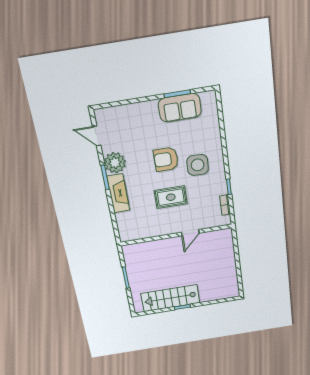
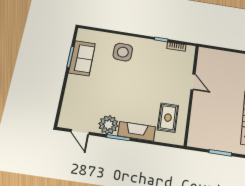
door: (97, 136) -> (80, 132), hinge flipped
armchair: (166, 159) -> (120, 82), removed
side table: (198, 165) -> (123, 52), moved
rug: (171, 197) -> (168, 118), moved

